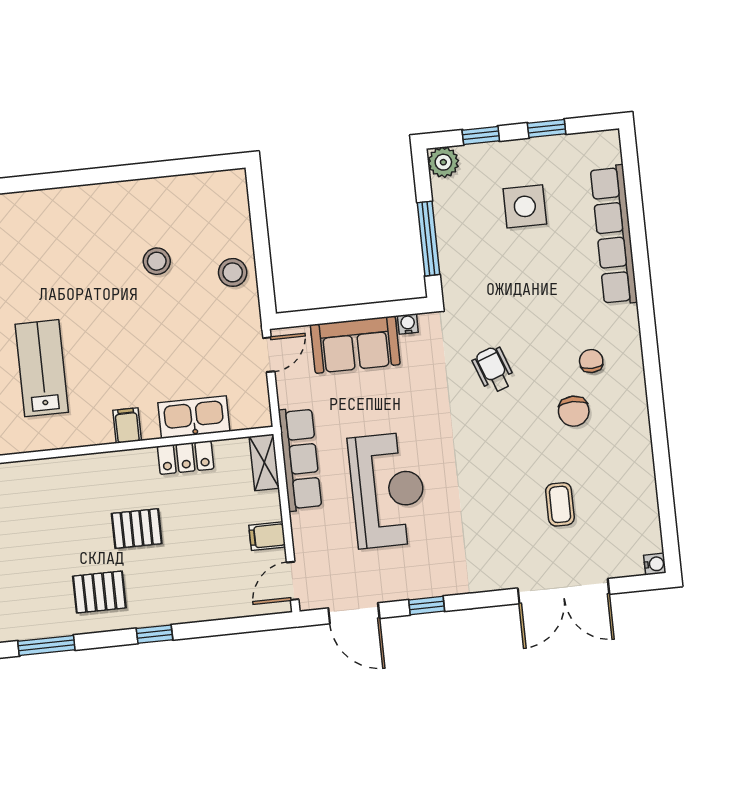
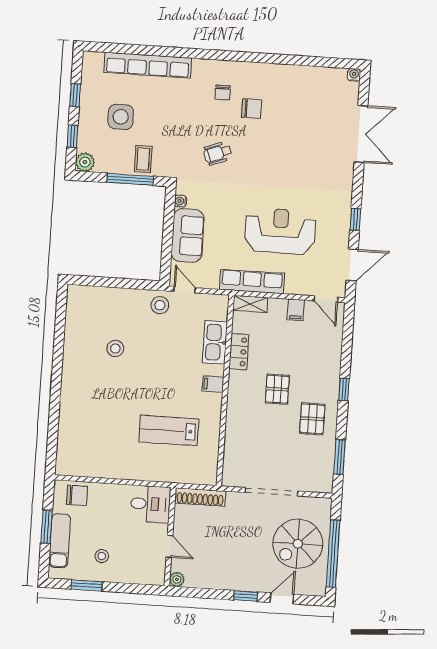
stool: (233, 272) -> (160, 305), moved
chair: (591, 361) -> (223, 92), turned -90
coffee table: (560, 504) -> (143, 159), moved, turned 90

